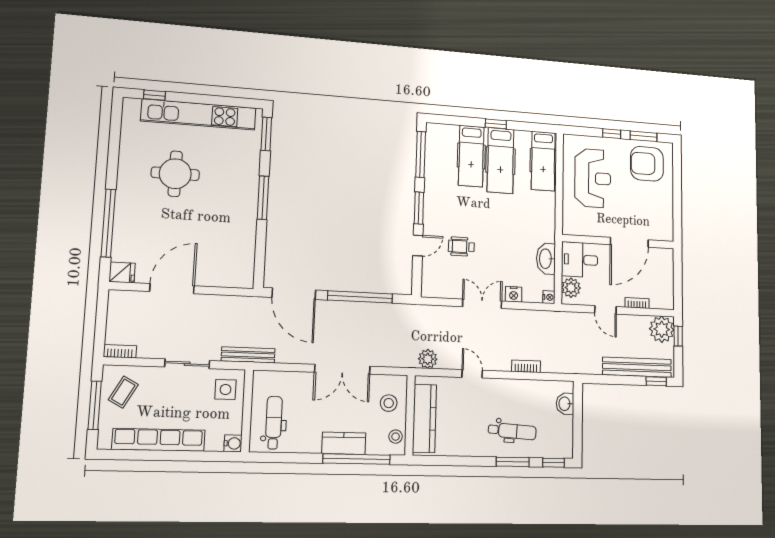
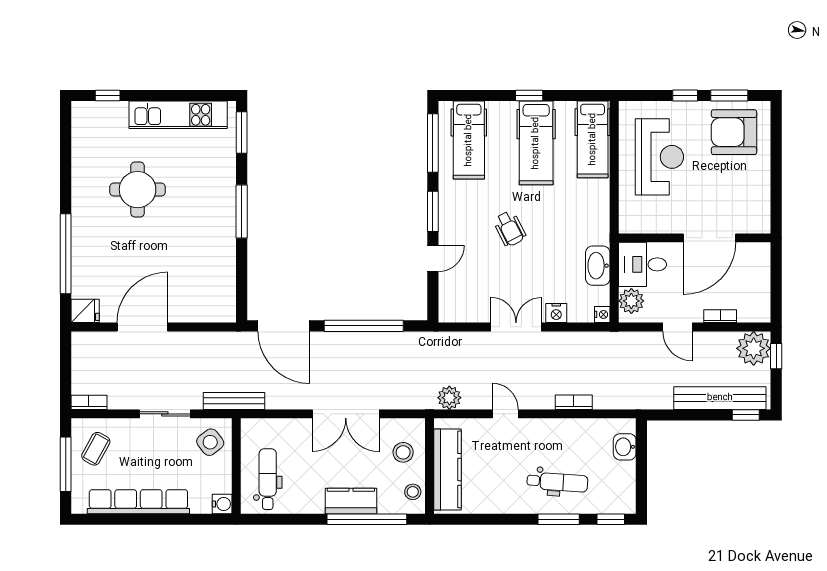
kitchen unit: (199, 114) -> (178, 115), width x0.73
hospital bed: (471, 156) -> (469, 140), moved
wheelchair: (461, 247) -> (510, 229), moved, turned -117
side table: (225, 390) -> (210, 442), turned -38

